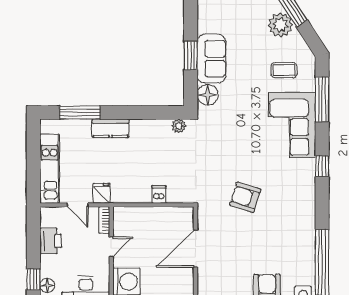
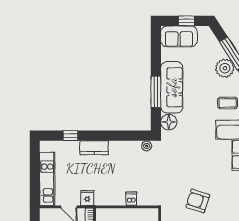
window: (191, 56) -> (156, 92), width x1.44
sofa: (211, 59) -> (172, 87), width x1.36
window: (80, 113) -> (70, 136), width x0.46

